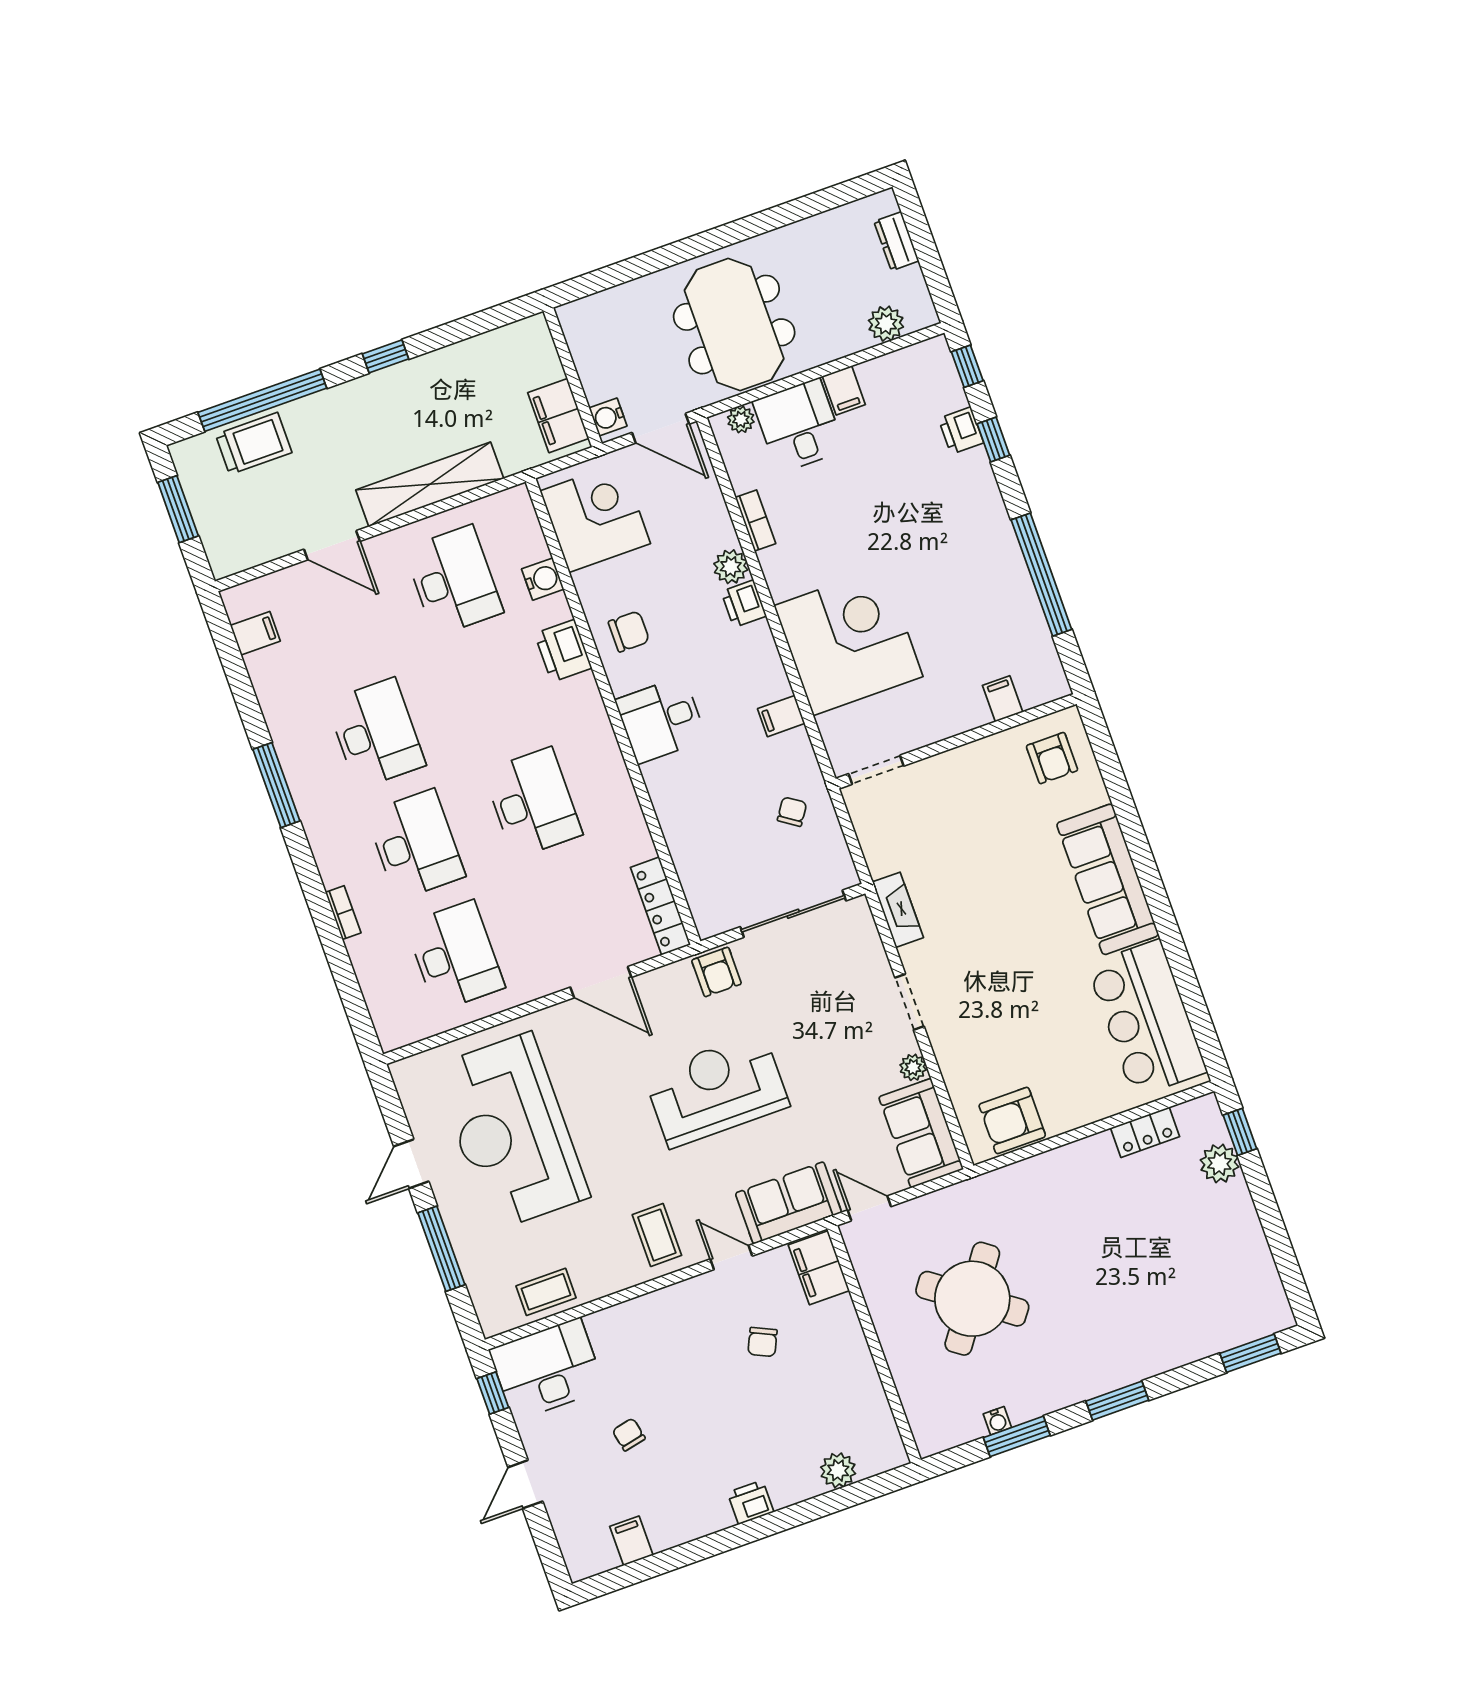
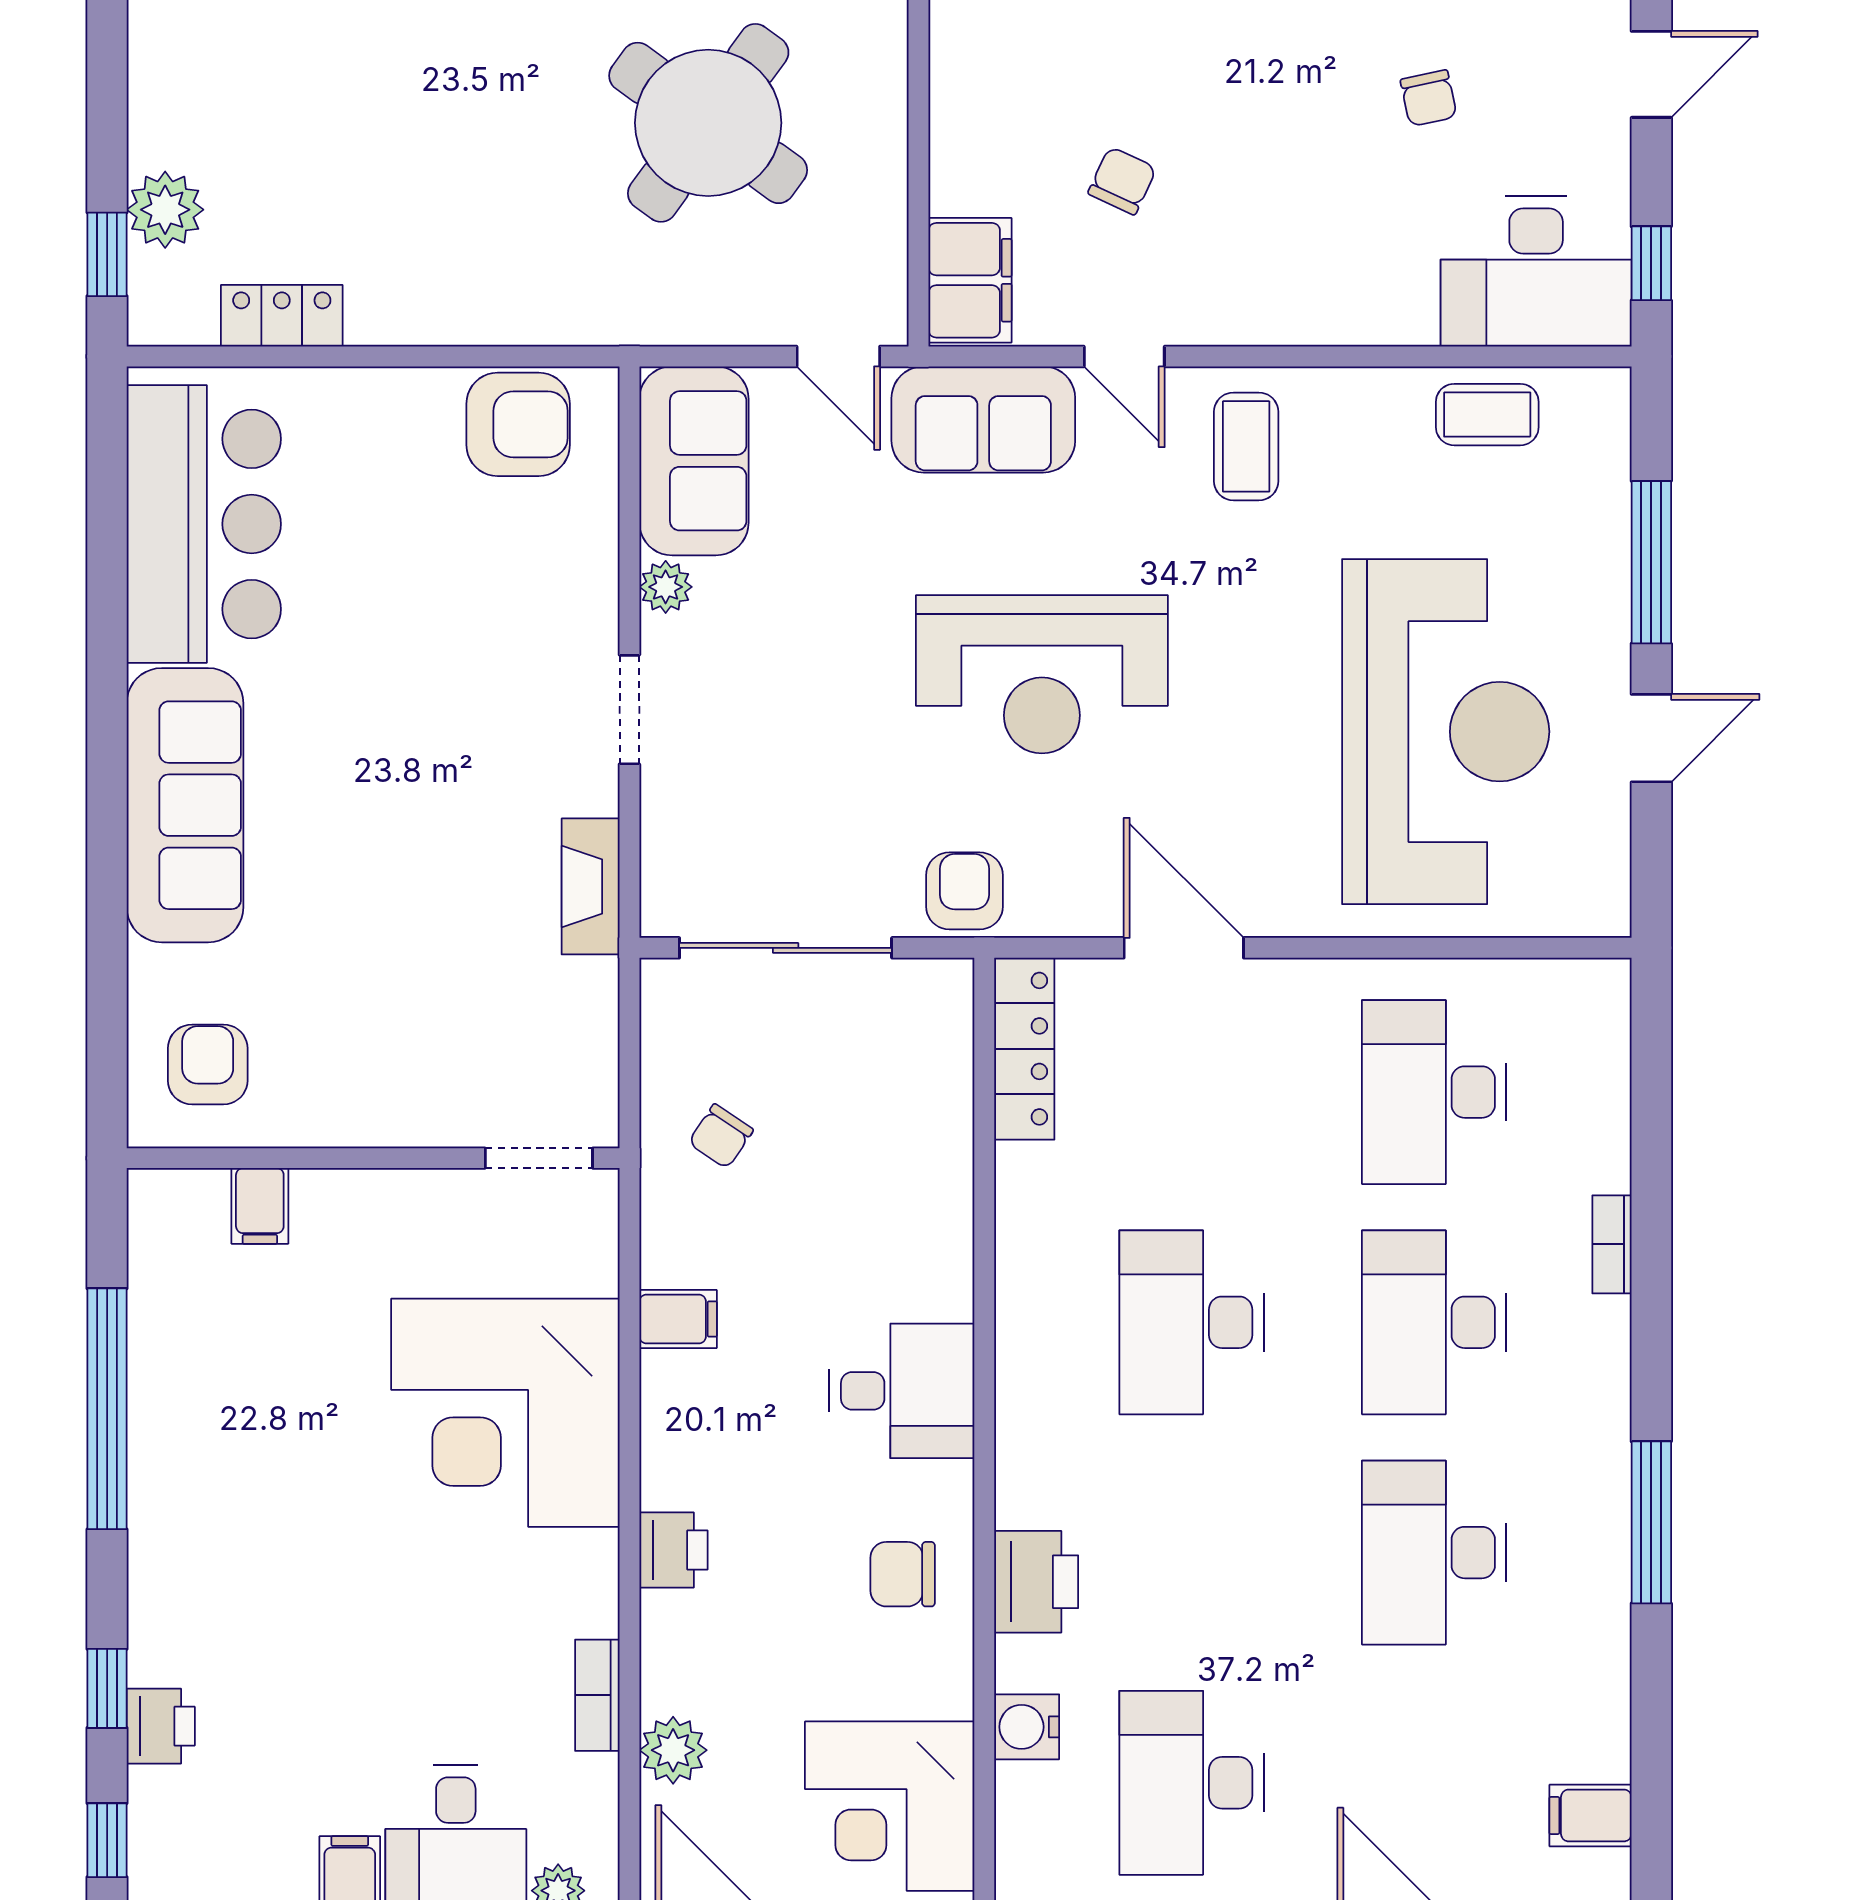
plant: (731, 567) -> (673, 1750), moved

